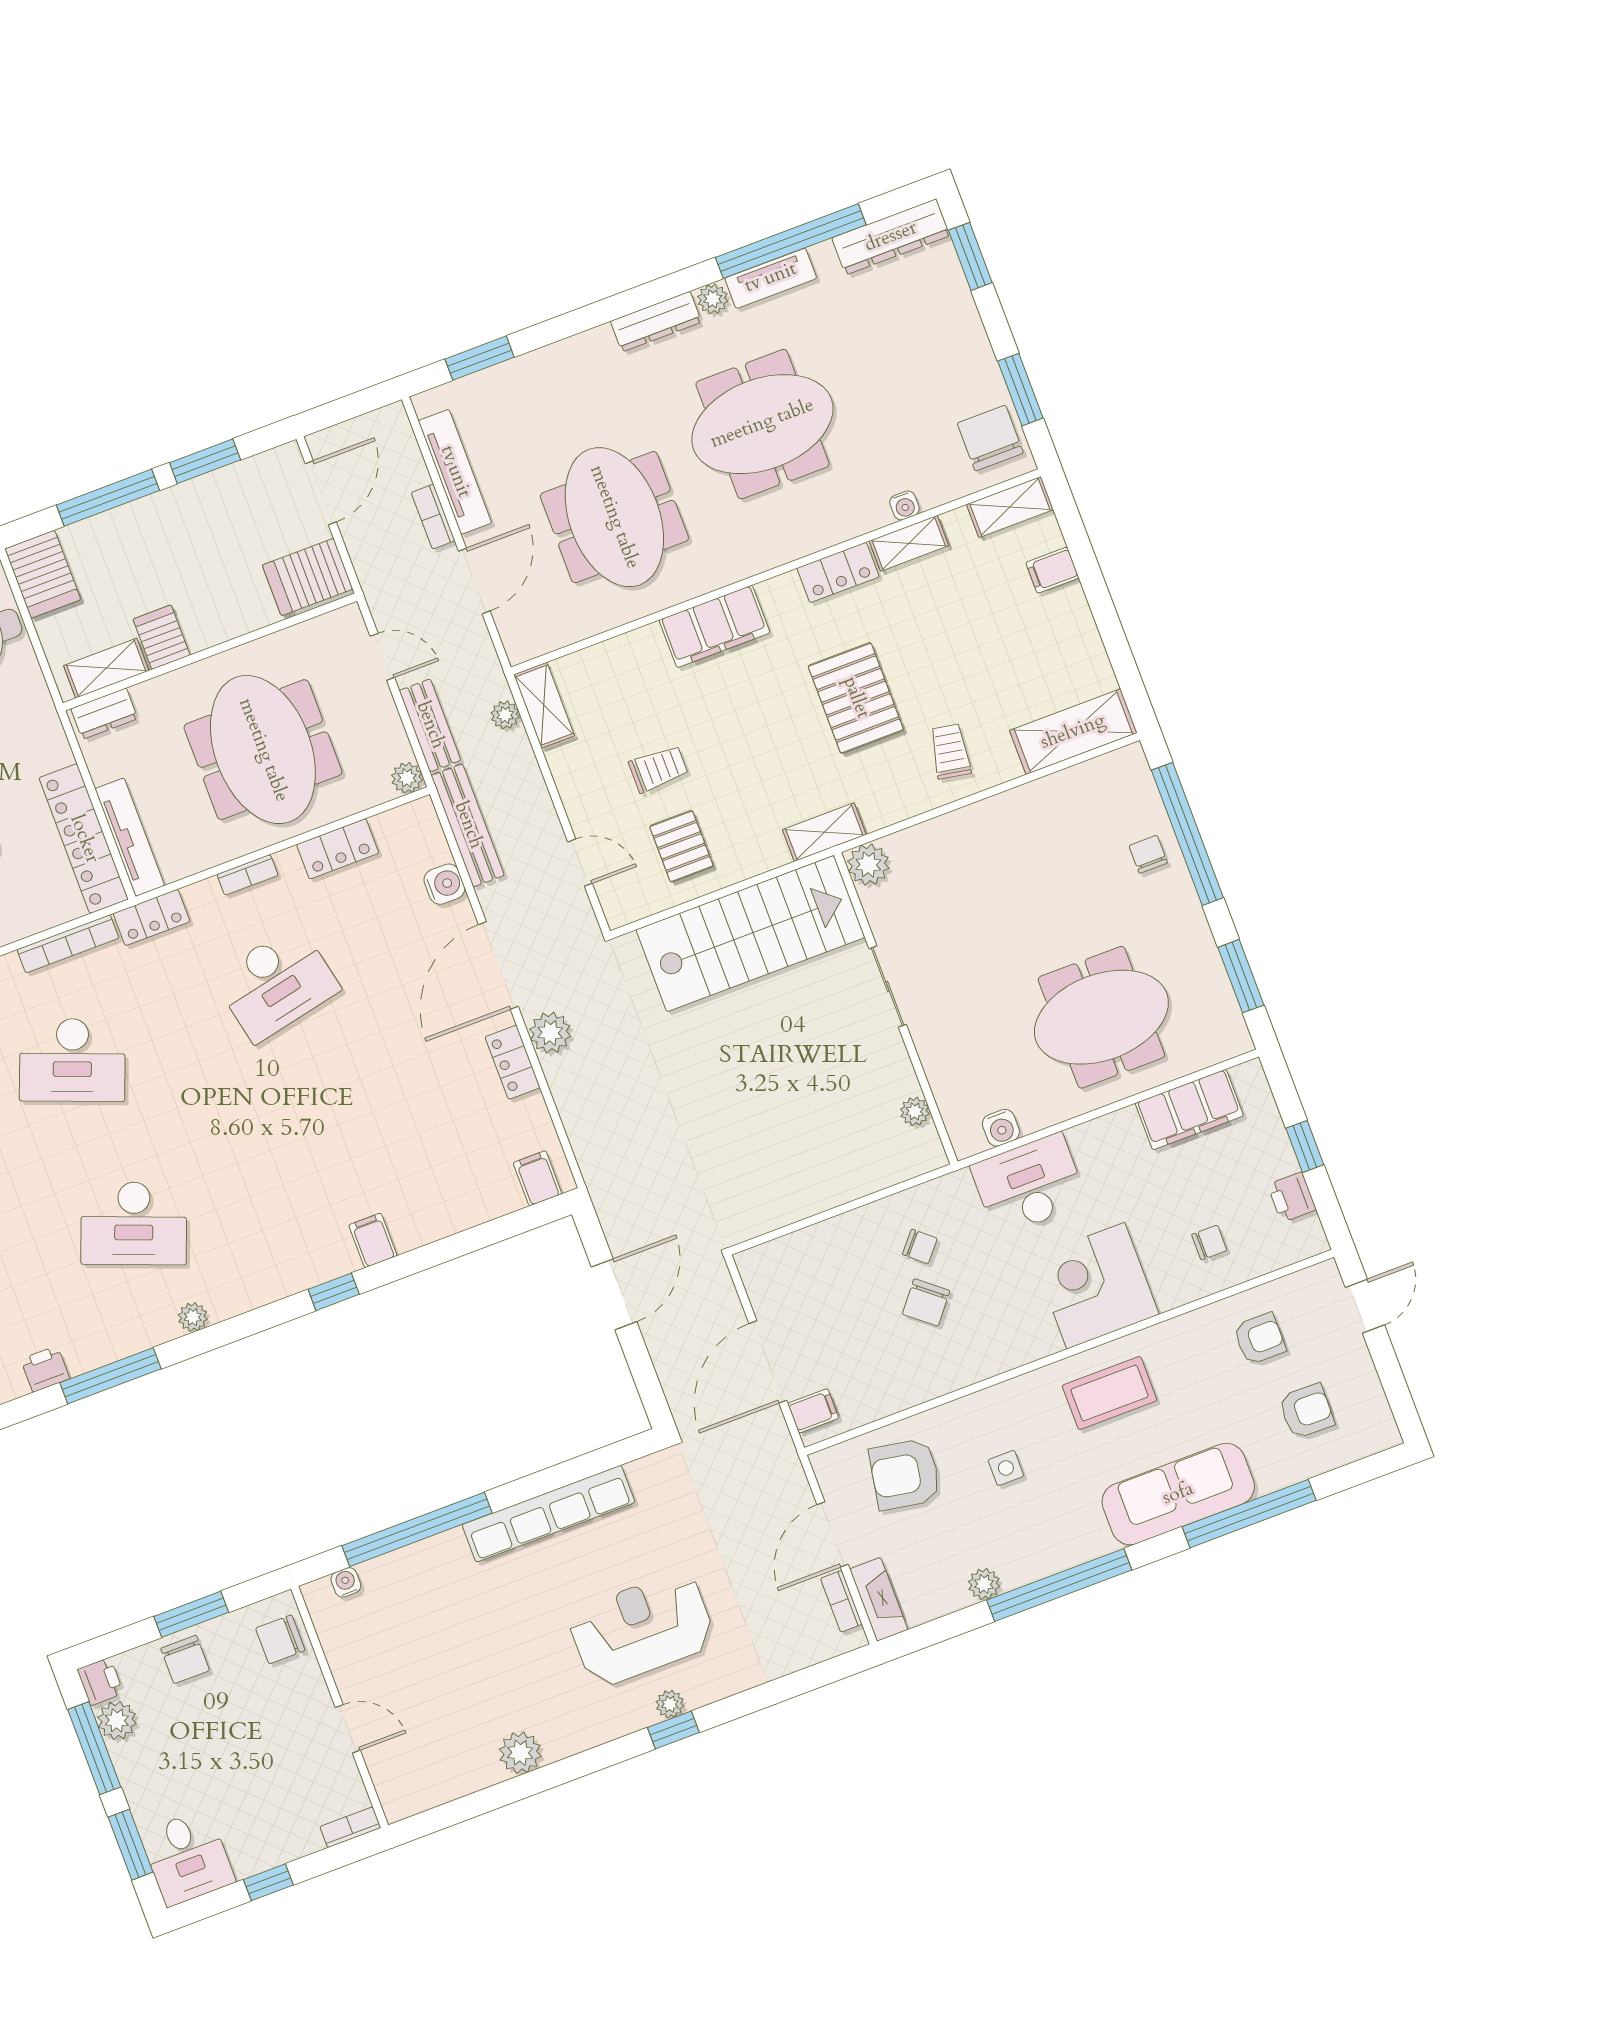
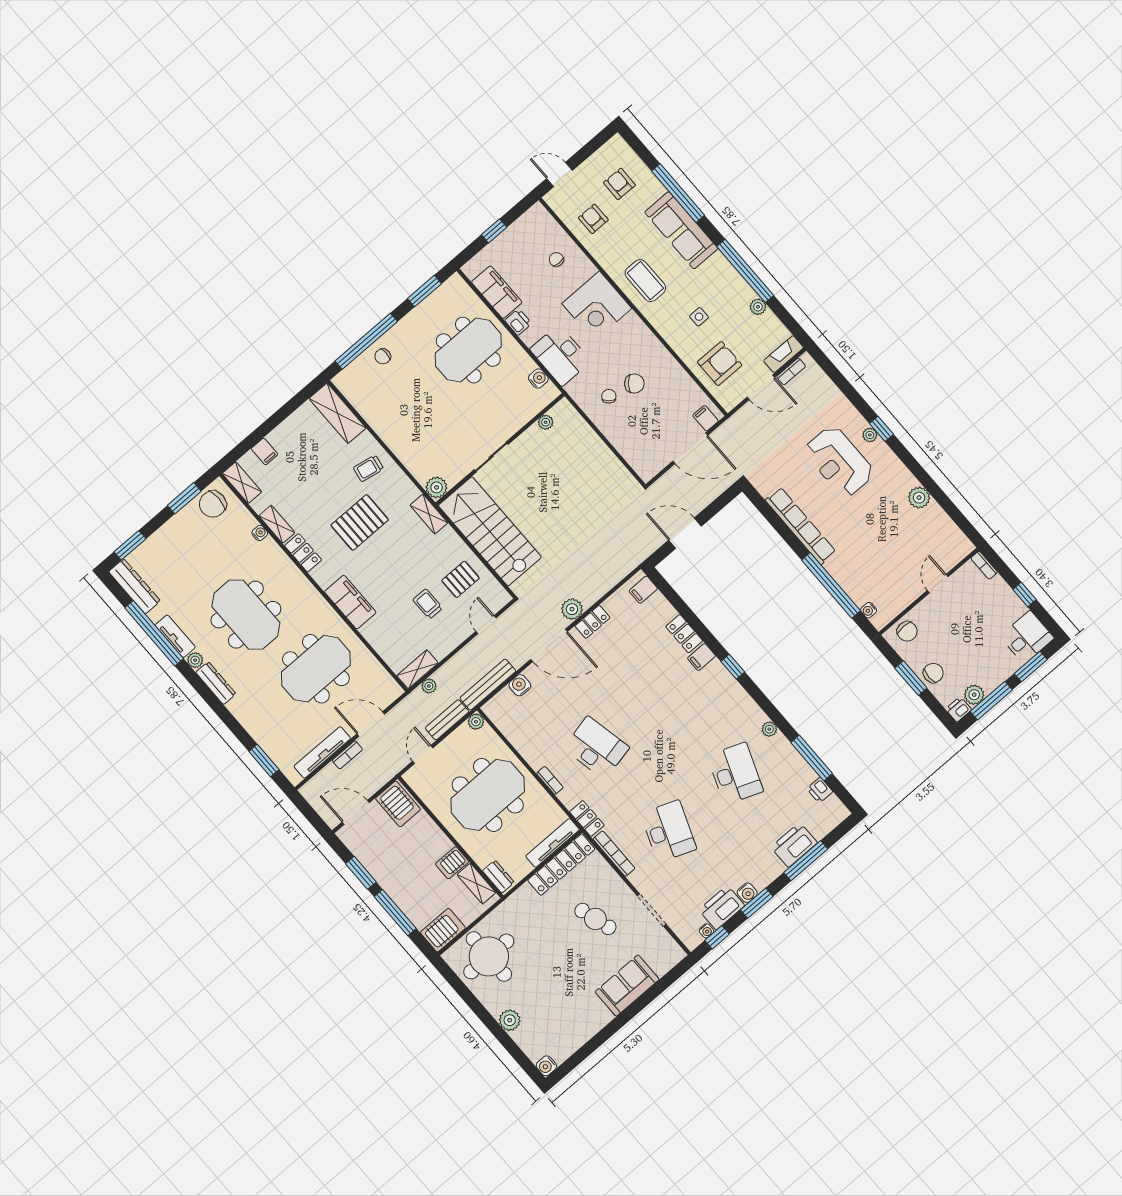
locker: (338, 849) -> (684, 634), moved, turned 180
meeting table: (1101, 1017) -> (468, 350), turned 90
printer: (1292, 1197) -> (518, 322), moved, turned -90
armchair: (905, 1474) -> (720, 364), turned -100

